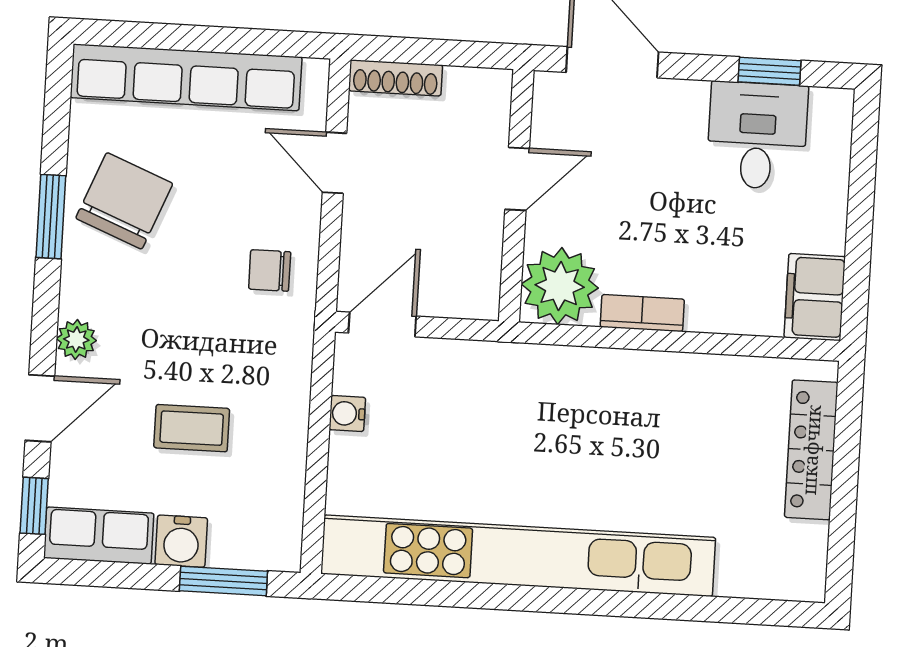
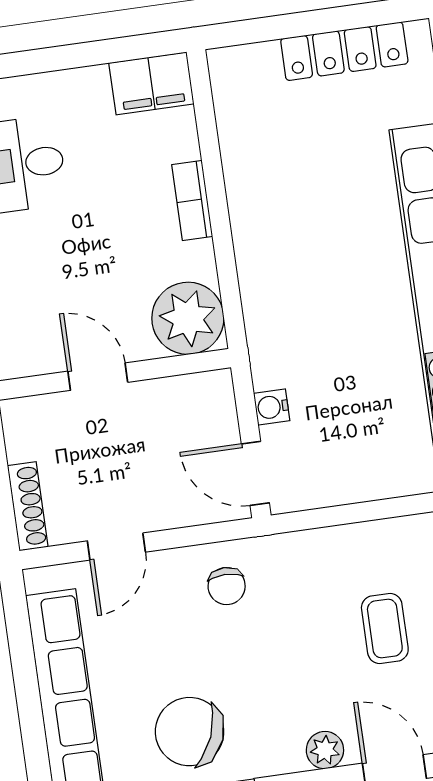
bookcase: (642, 313) -> (192, 200), moved
water cooler: (347, 414) -> (272, 407), moved, turned 90
locker: (811, 450) -> (344, 51), moved

